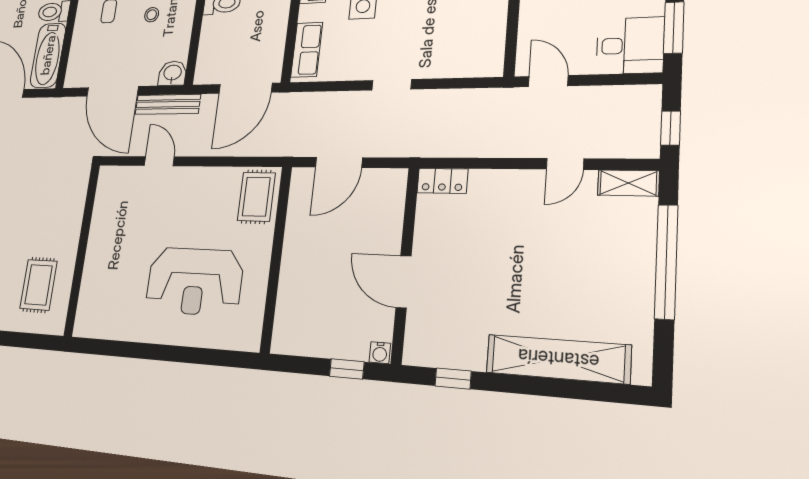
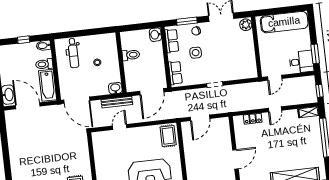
door: (548, 81) -> (275, 78), swing flipped
door: (112, 91) -> (77, 100), moved
door: (159, 161) -> (120, 127), hinge flipped
door: (565, 164) -> (275, 109), moved
locker: (442, 181) -> (253, 119), moved
door: (404, 282) -> (235, 159), swing flipped

